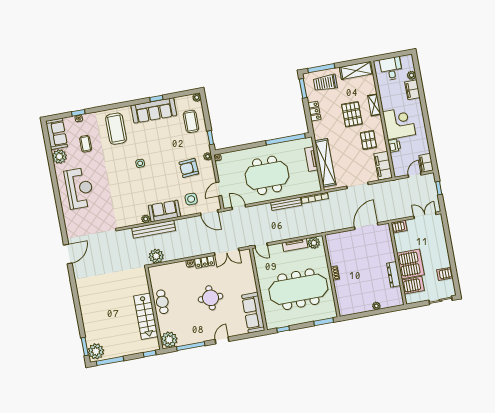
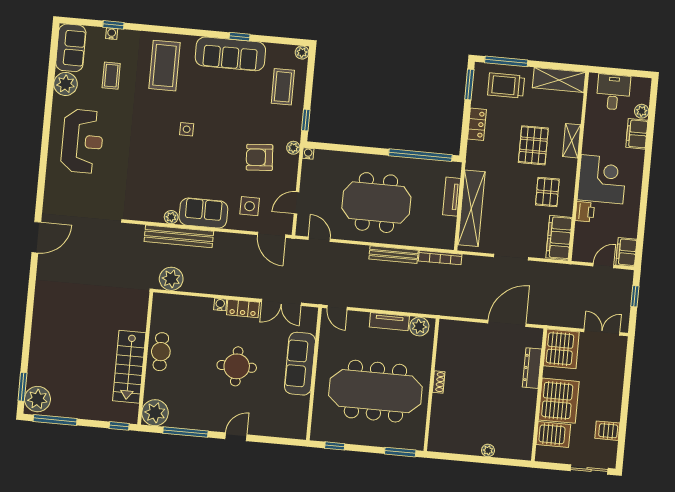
server rack: (399, 227) -> (561, 349), width x2.18, depth x1.44
dresser: (394, 274) -> (532, 368), moved
sofa: (253, 313) -> (300, 364), moved

